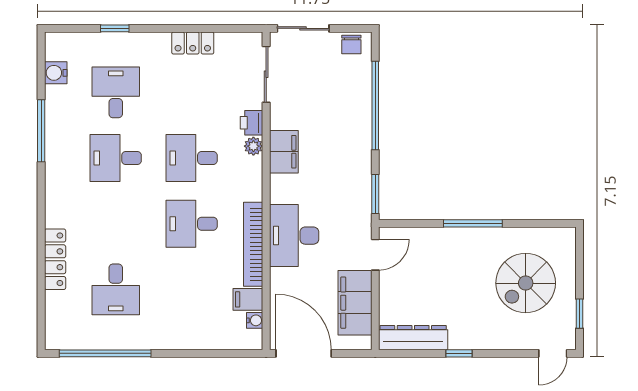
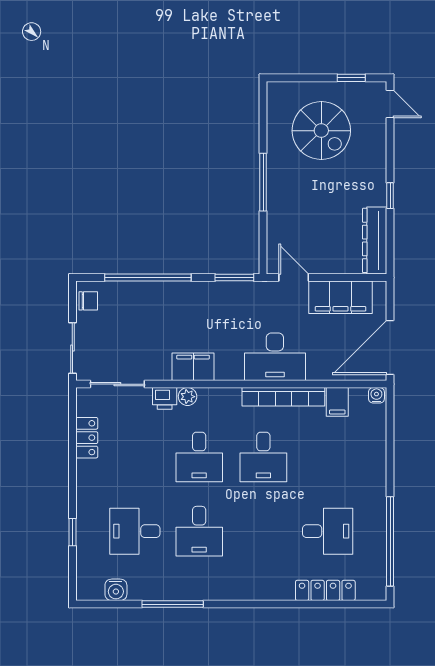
locker: (193, 43) -> (87, 438), moved
locker: (55, 259) -> (325, 590), moved
water cooler: (255, 320) -> (376, 395), moved

